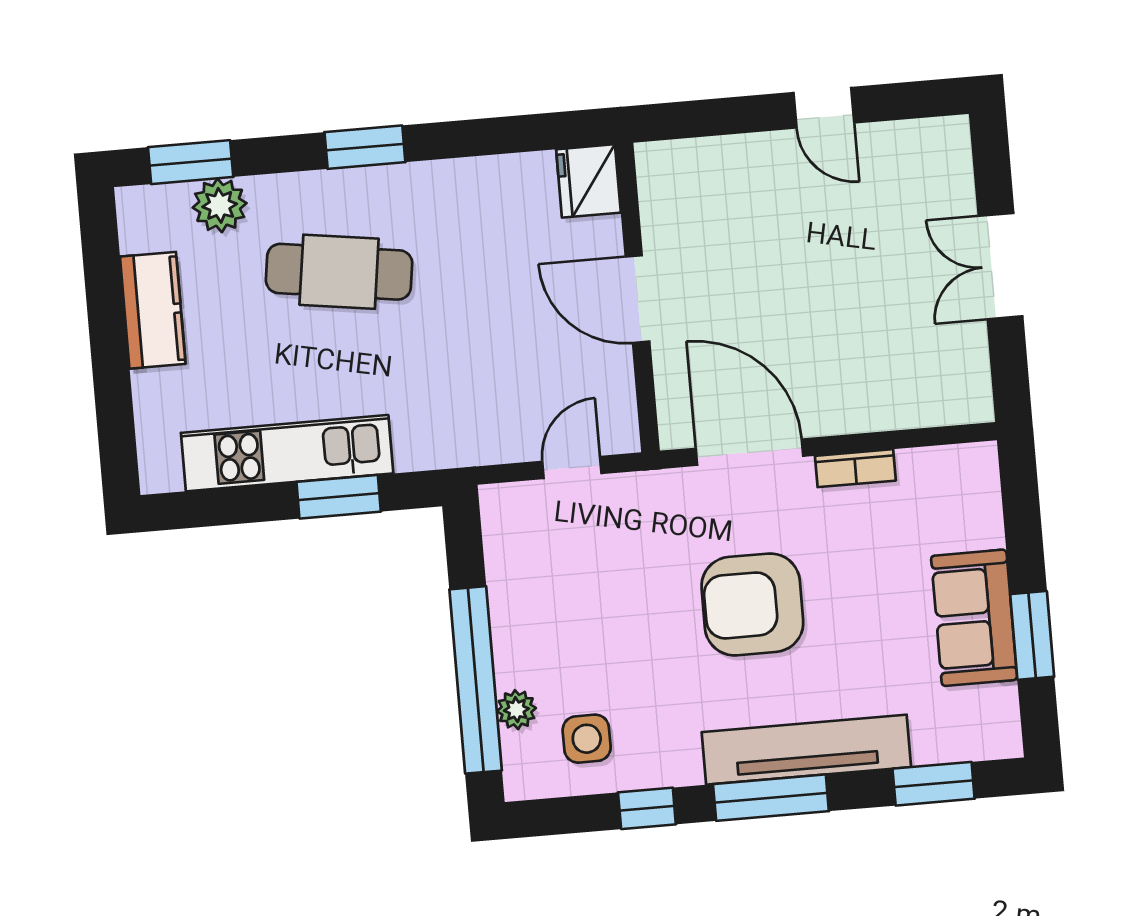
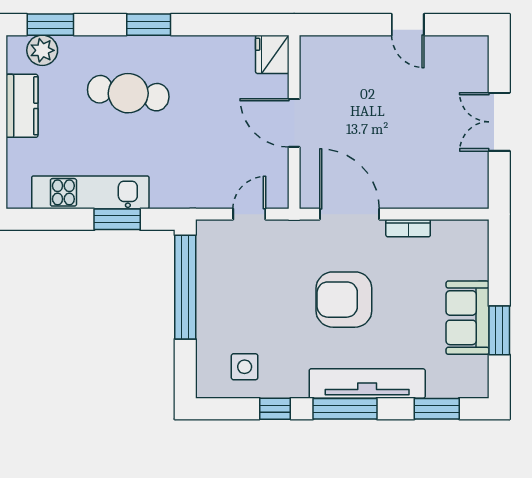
plant: (220, 205) -> (42, 50), moved
window: (476, 680) -> (185, 287), moved
plant: (516, 710) -> (207, 347), removed

